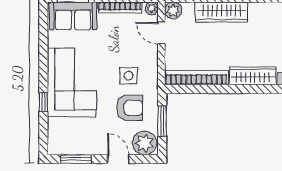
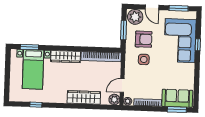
door: (161, 33) -> (122, 85), swing flipped
corner sofa: (72, 83) -> (180, 41), moved
armchair: (130, 108) -> (144, 39), turned 180

